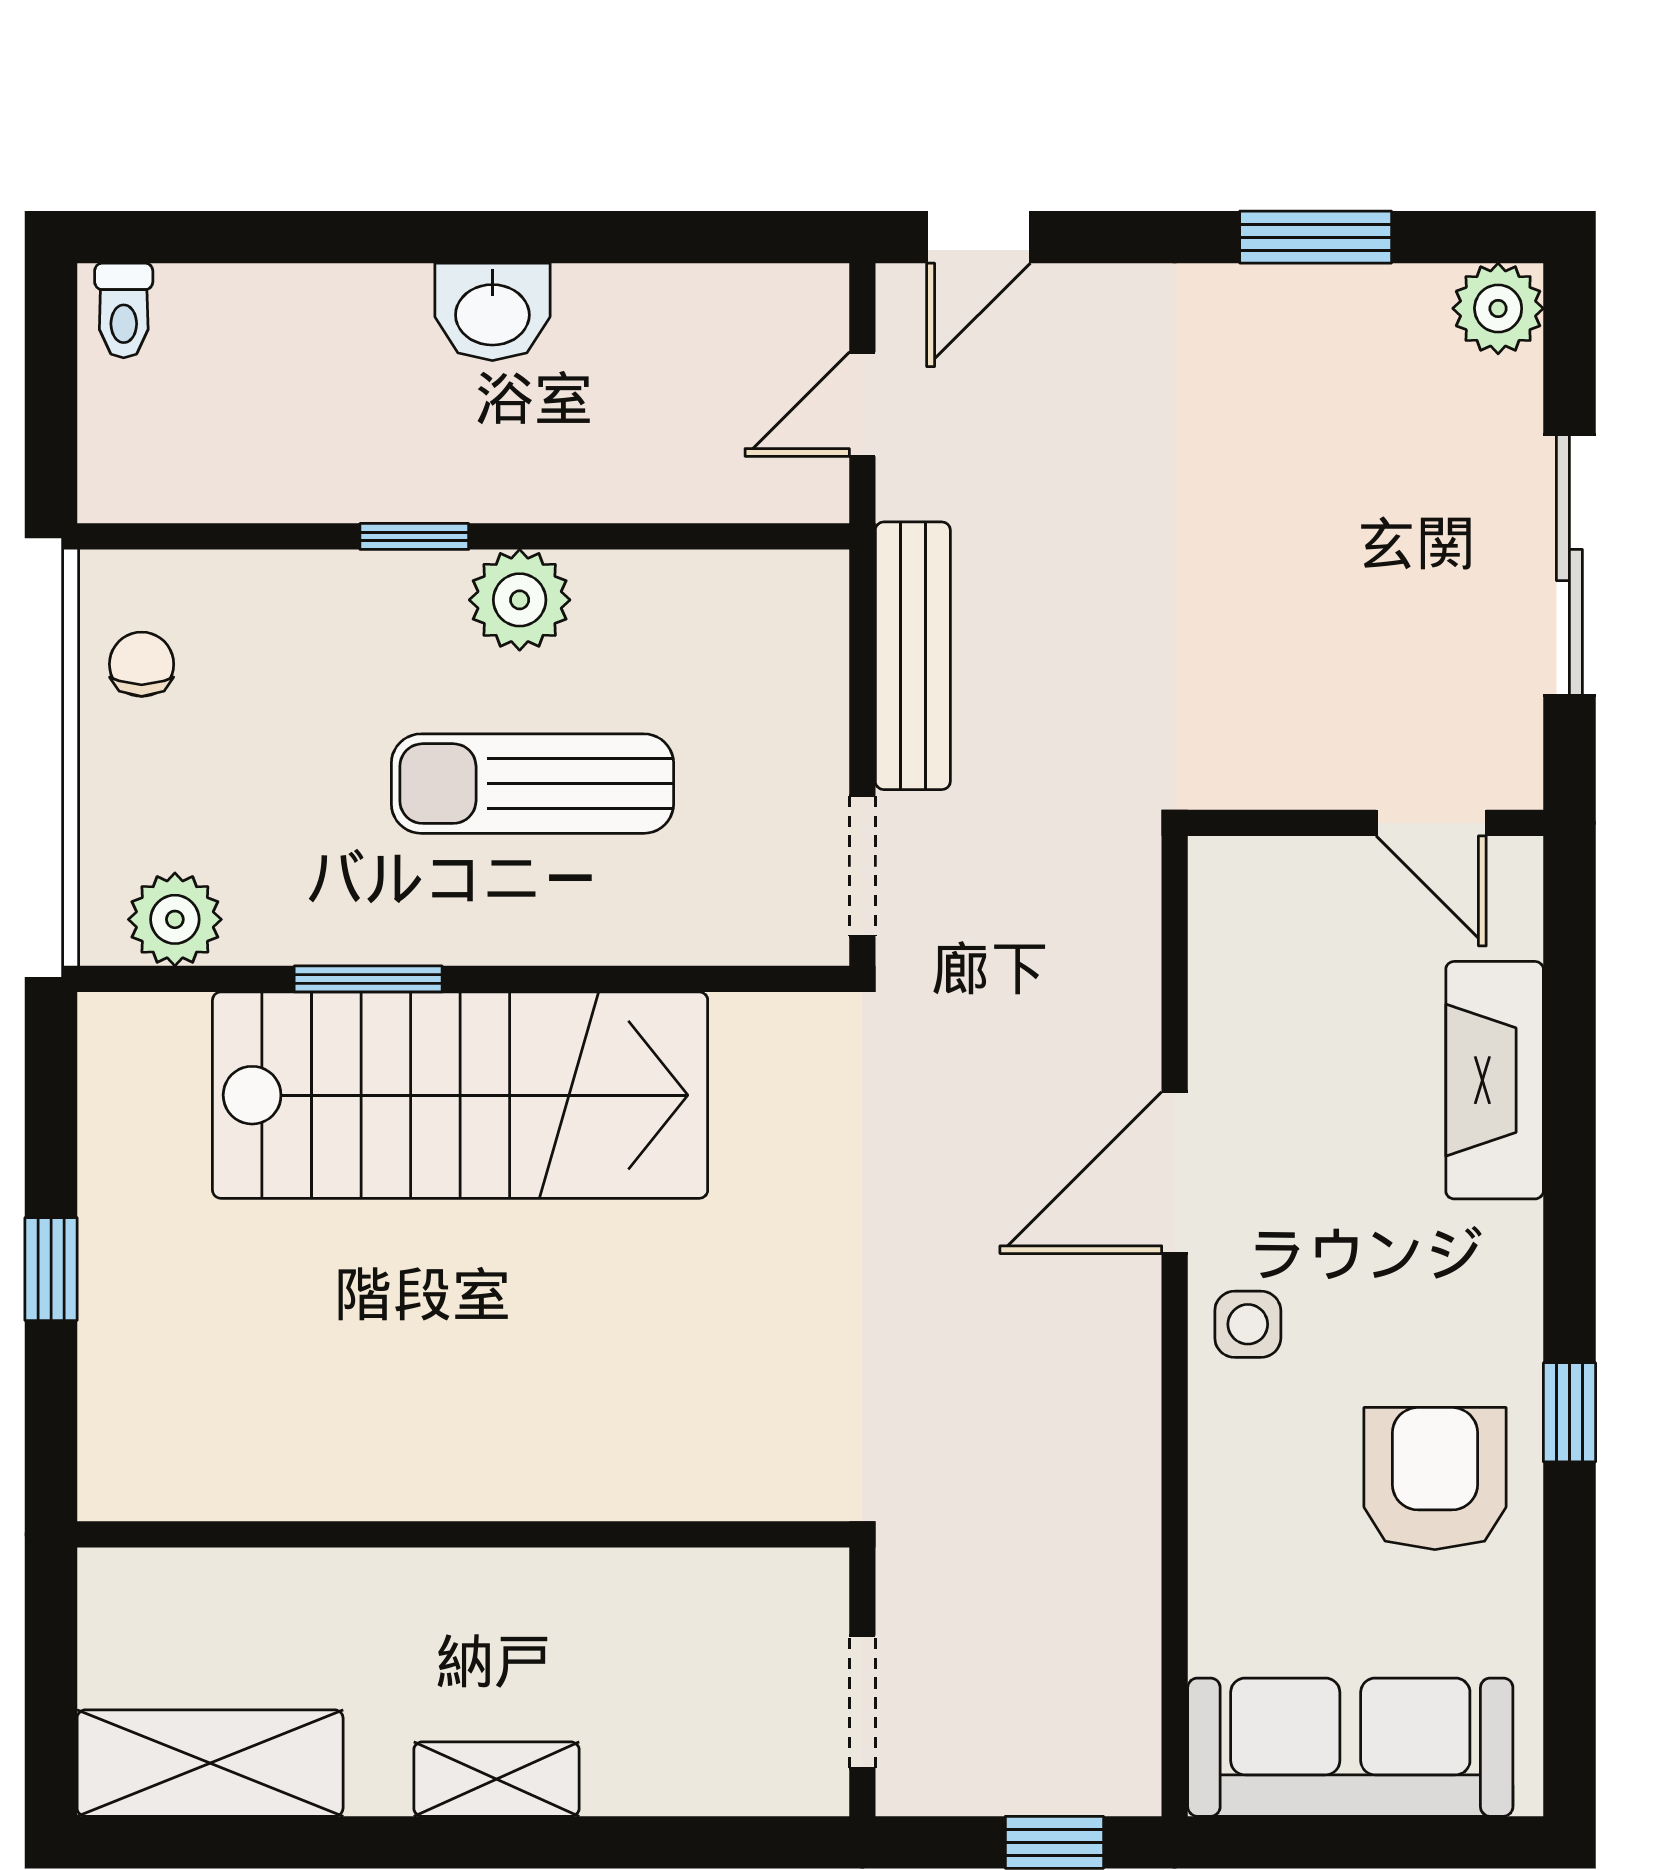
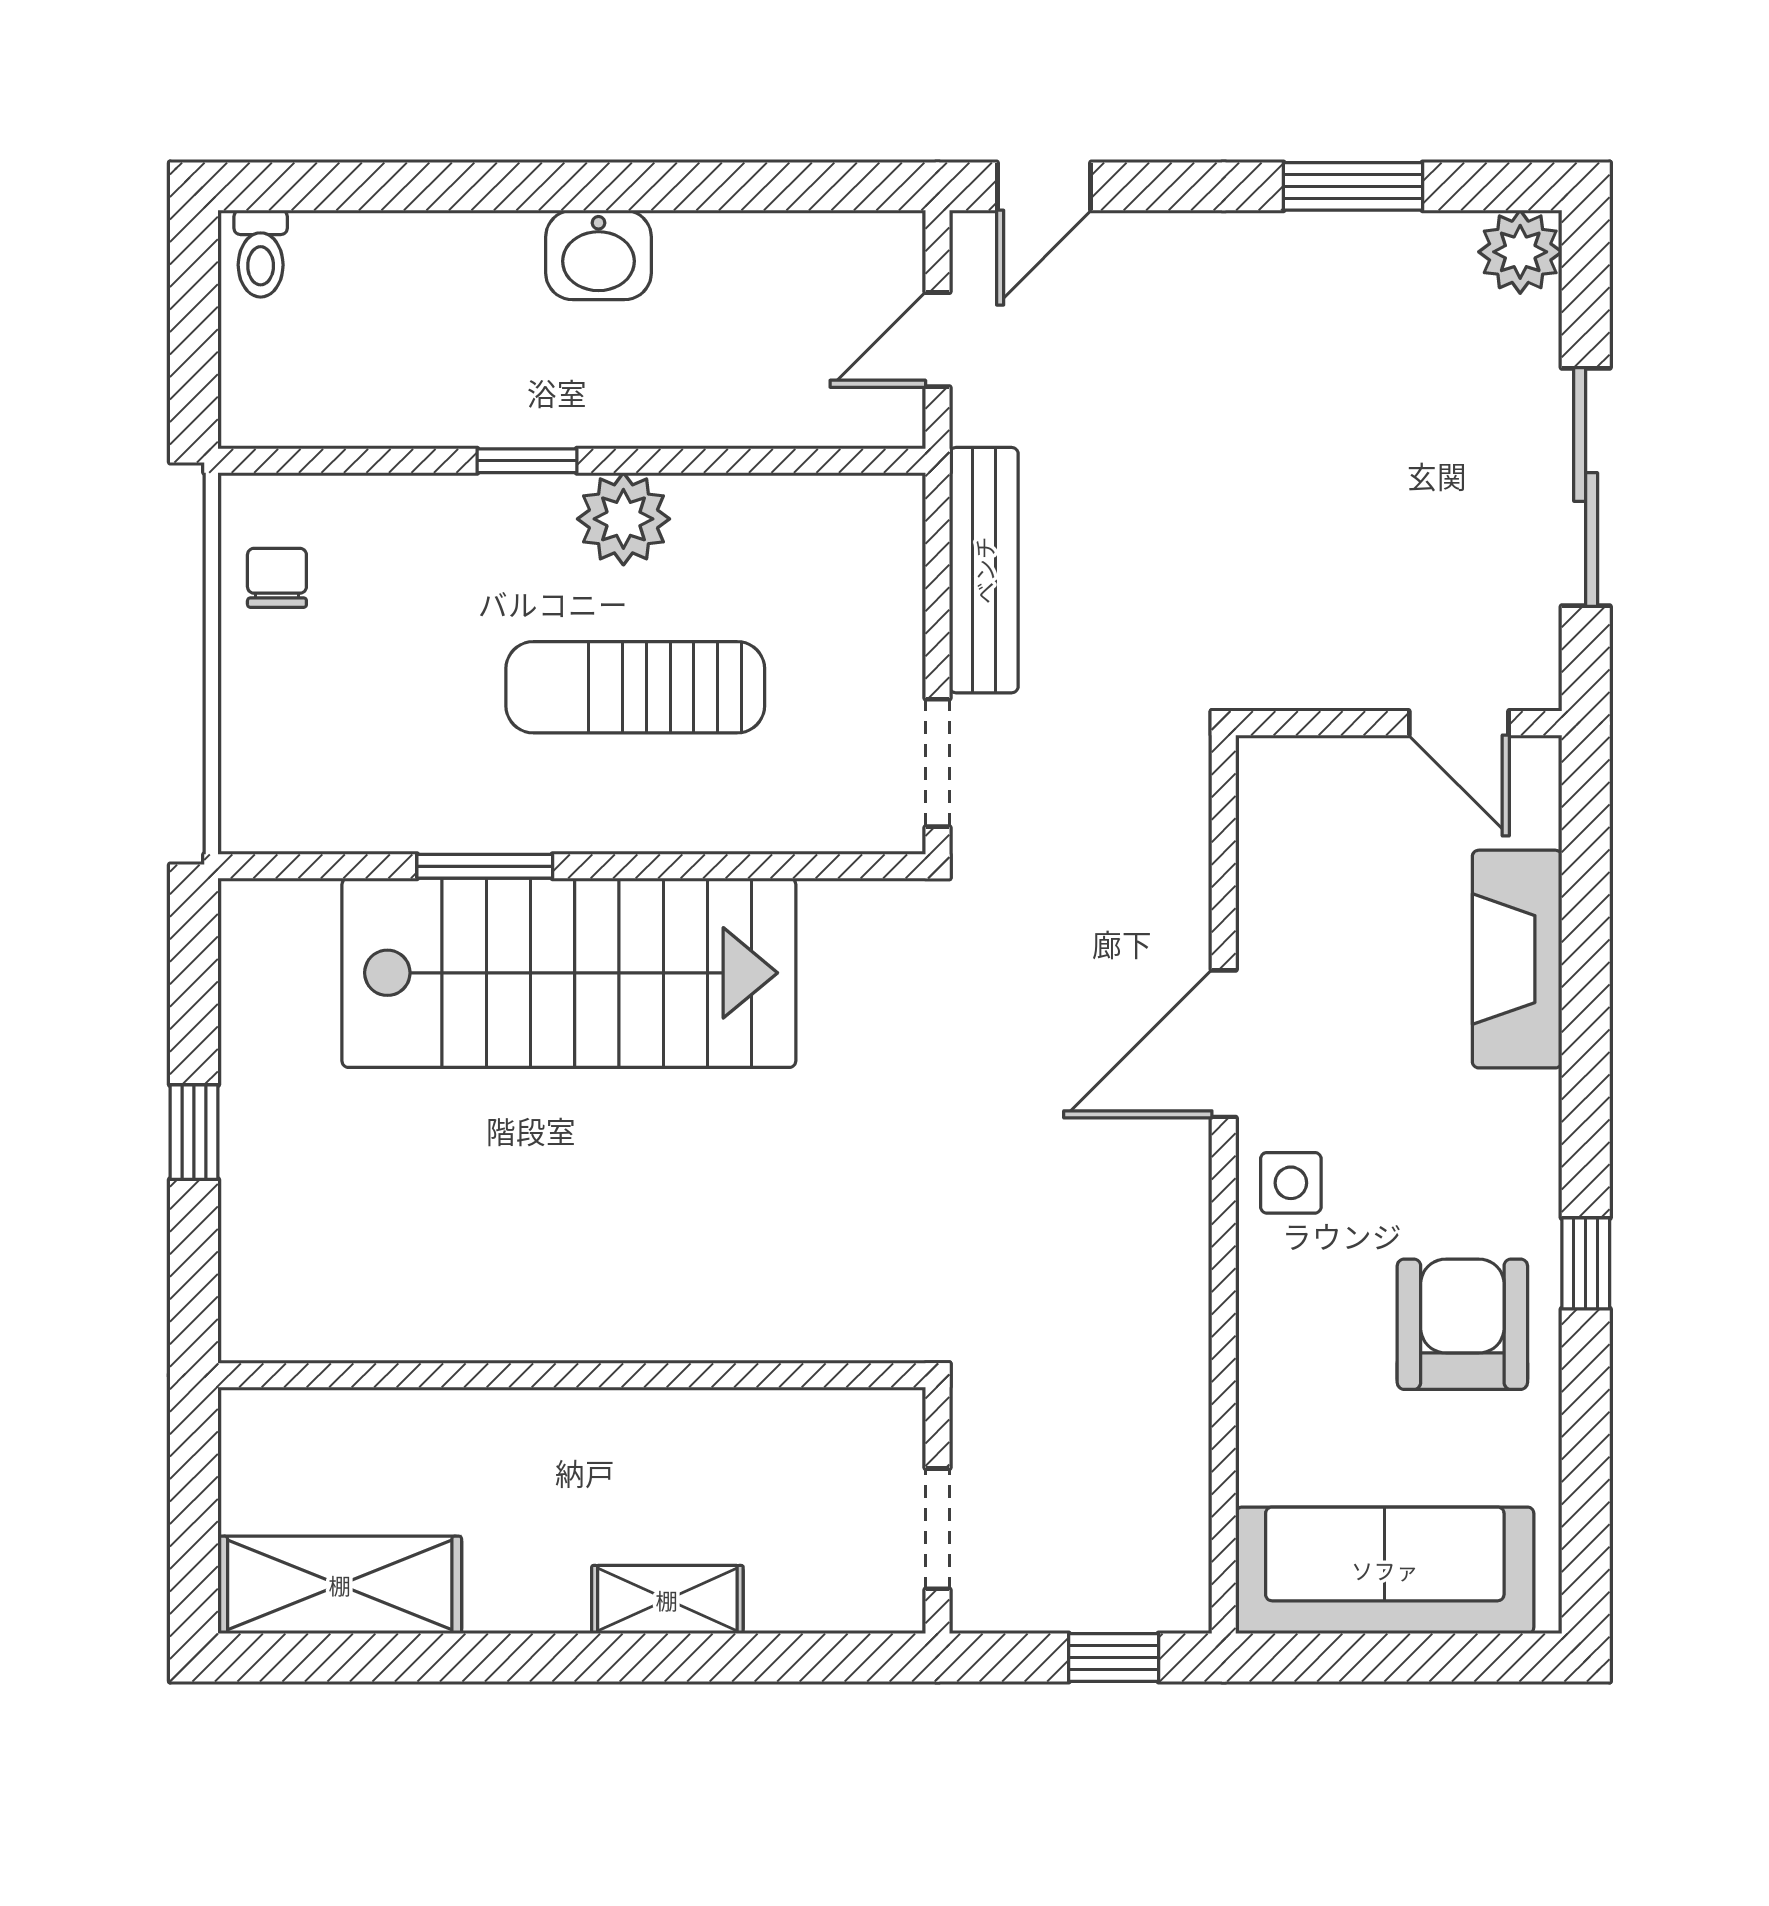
plant: (175, 919) -> (308, 812), removed
shelving: (496, 1779) -> (667, 1600), moved

